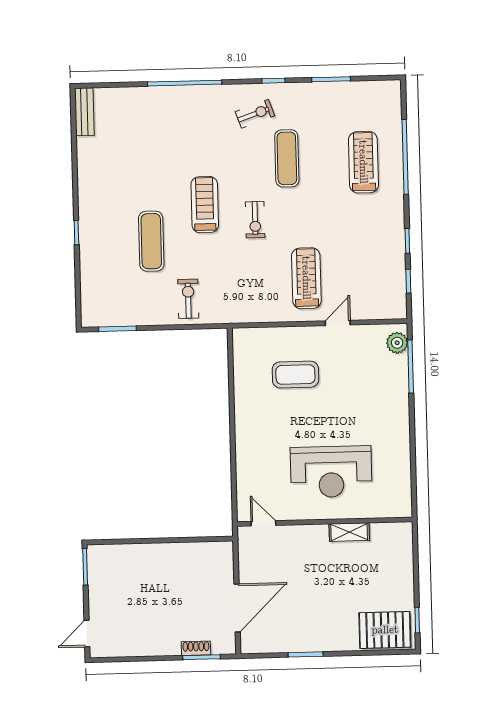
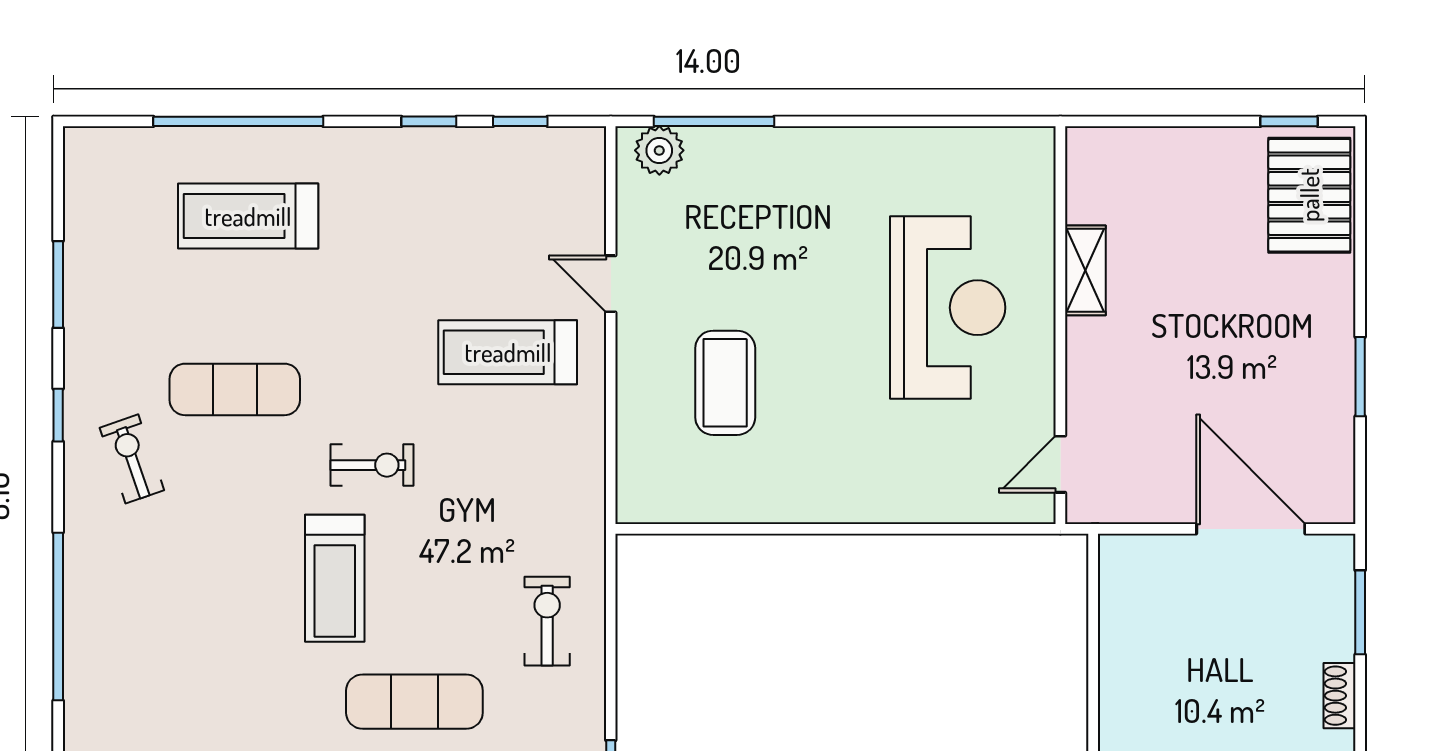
treadmill: (205, 205) -> (335, 578), turned -90
exercise bike: (188, 299) -> (547, 621), turned 90
shoe rack: (196, 648) -> (1340, 696), moved

